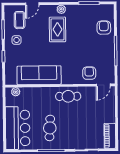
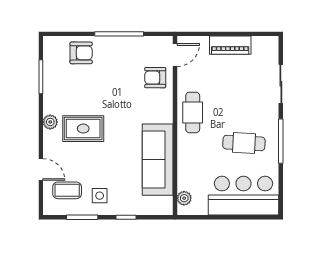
armchair: (104, 28) -> (81, 53), turned 180
door: (103, 85) -> (175, 55), hinge flipped
piano: (110, 136) -> (230, 45), moved

